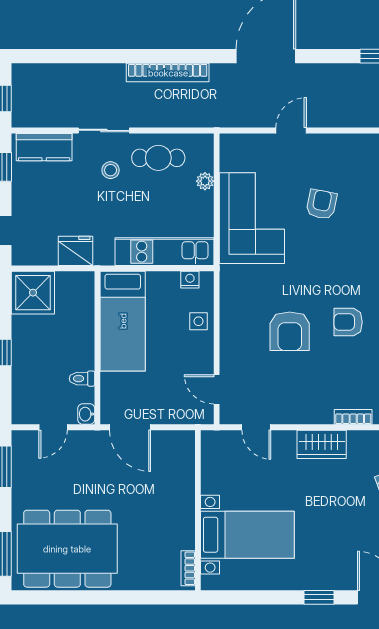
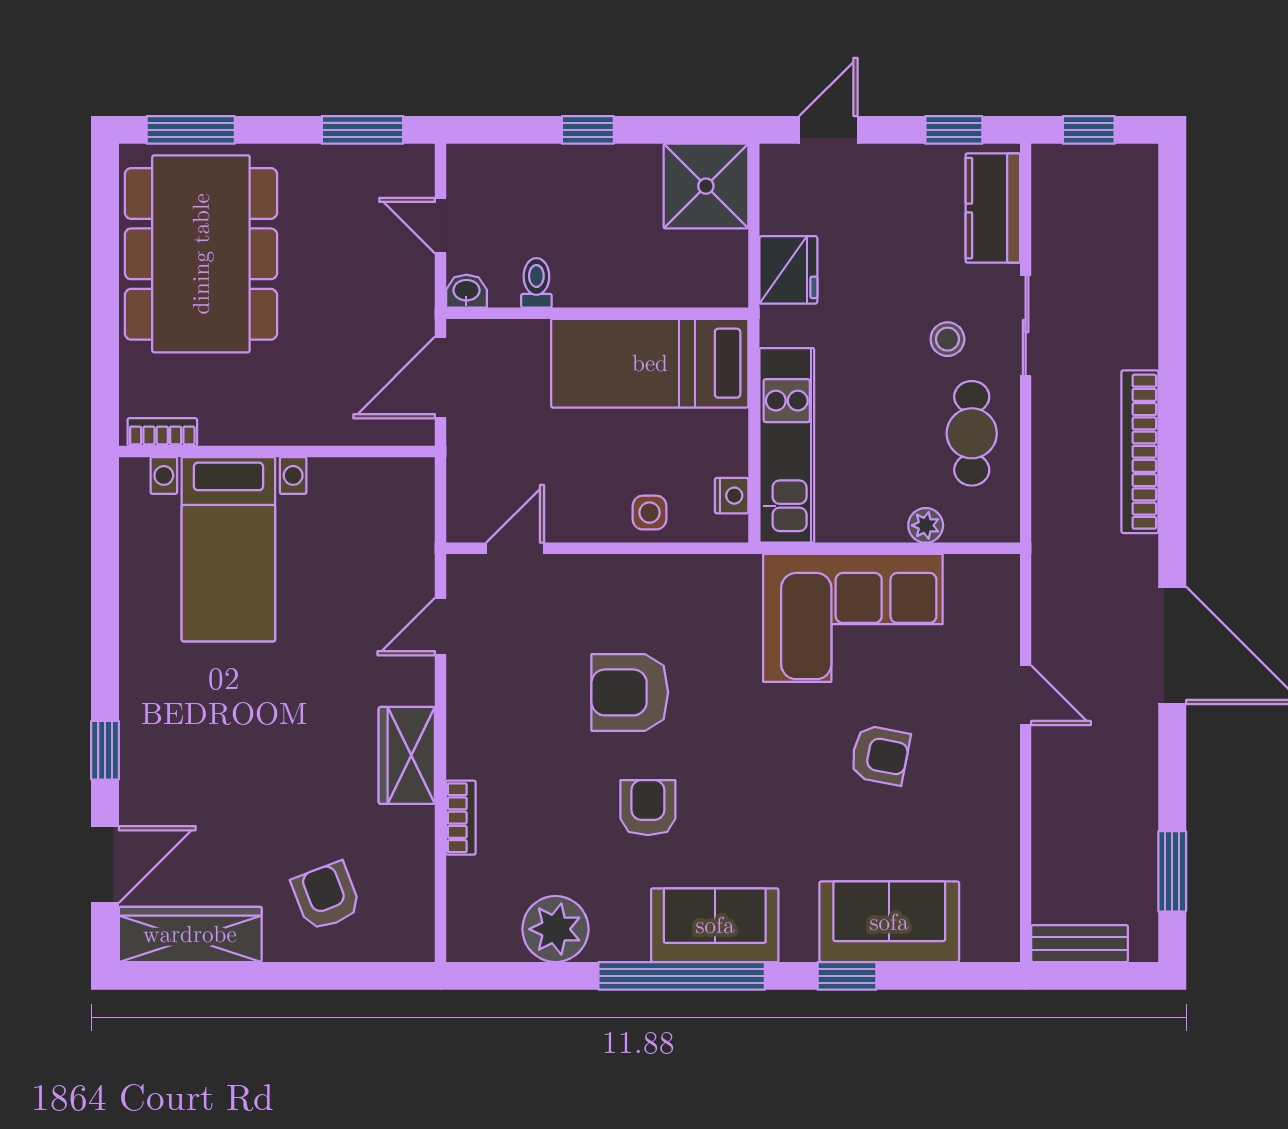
wall: (198, 510) -> (277, 452), moved
bed with nightstands: (247, 535) -> (228, 549), moved
bookcase: (188, 568) -> (162, 432), moved

